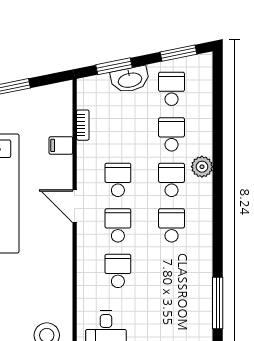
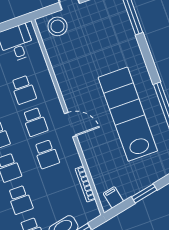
bookcase: (83, 125) -> (85, 184), width x1.56
filing cabinet: (61, 145) -> (113, 197), moved, turned -101

